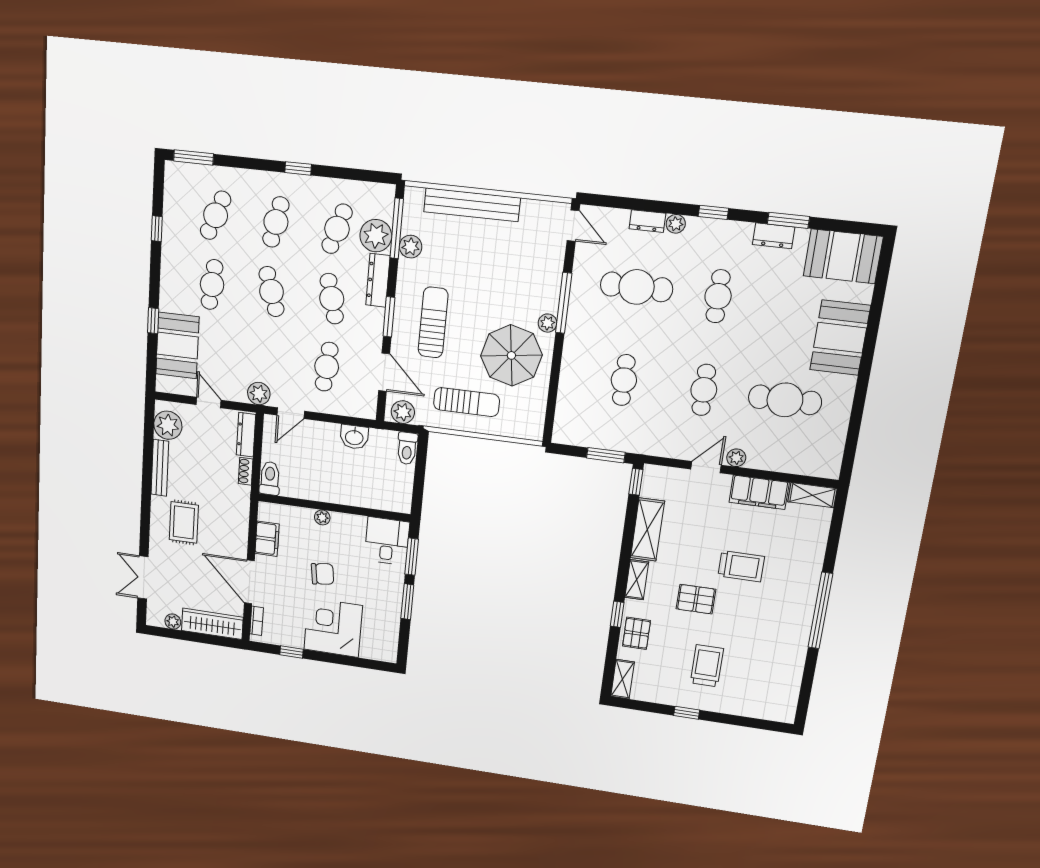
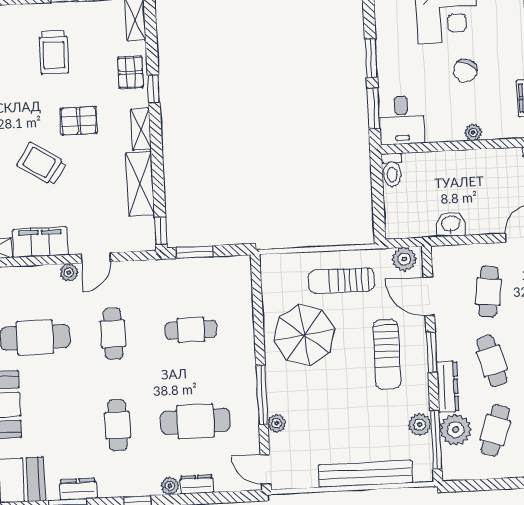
plant: (548, 323) -> (277, 423), moved
cafe table: (624, 380) -> (191, 330), turned 90
toilet: (407, 448) -> (392, 170), moved, turned 180
trolley: (741, 566) -> (42, 164), turned 33
chair: (323, 574) -> (465, 71), turned -57

